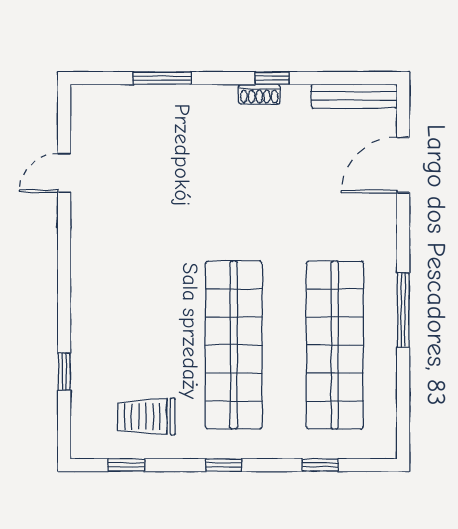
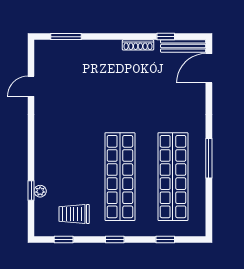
window: (162, 78) -> (66, 37), moved
window: (272, 78) -> (166, 37), moved
shoe rack: (259, 94) -> (138, 45), width x1.43
door: (403, 165) -> (209, 68), moved
plant: (82, 373) -> (40, 191), added

